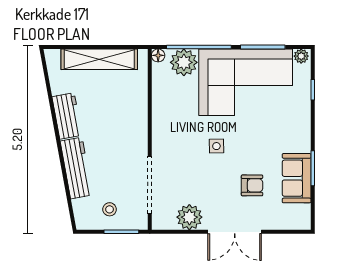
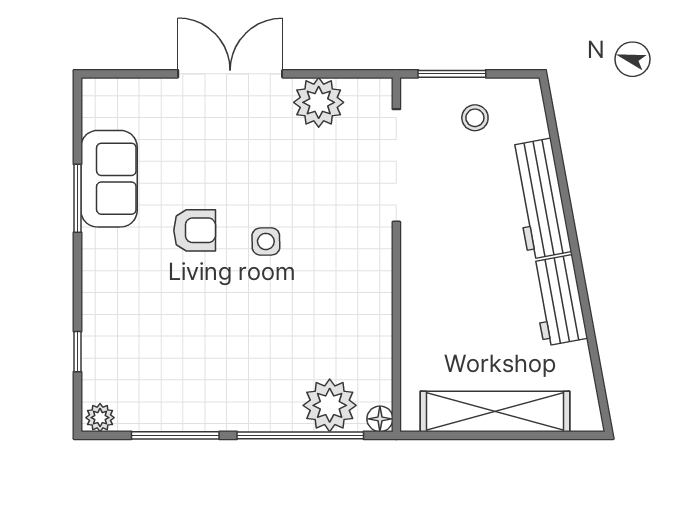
corner sofa: (246, 82) -> (209, 366), removed
armchair: (252, 185) -> (195, 230), moved, turned 180

